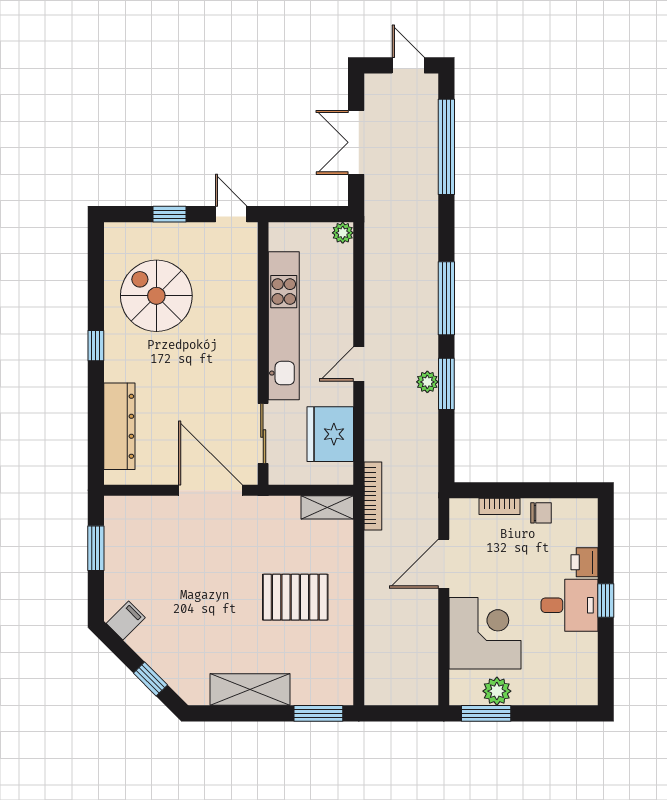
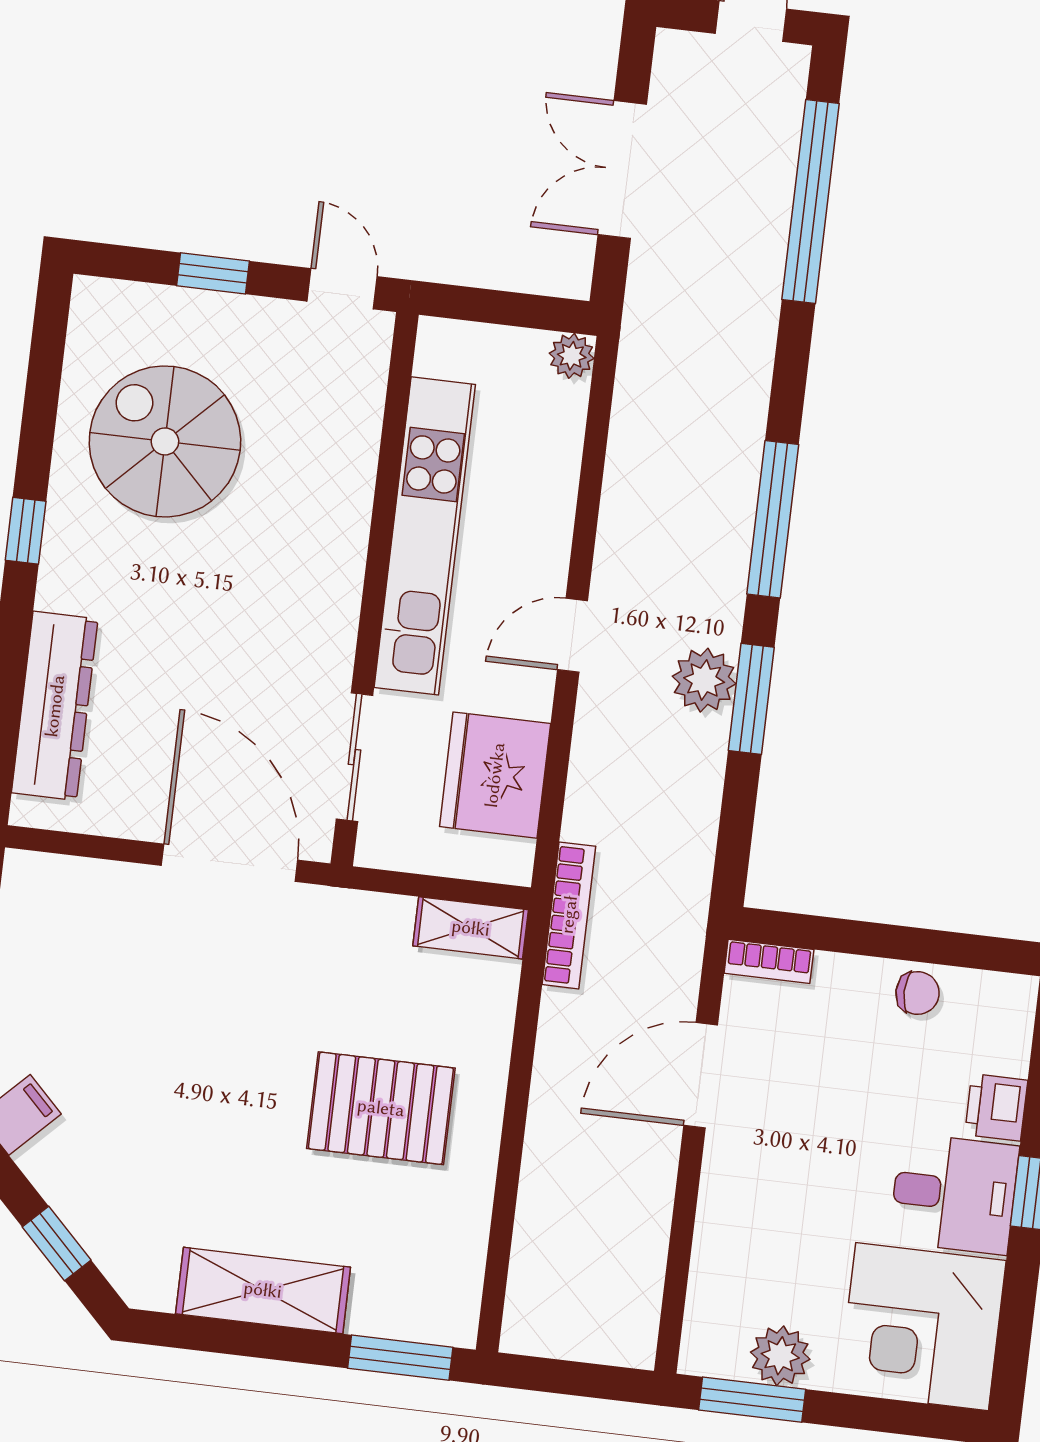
plant: (427, 382) -> (704, 680), width x1.38, depth x1.38
bookcase: (500, 506) -> (769, 961), moved
corner desk: (485, 633) -> (922, 1327), moved, turned 180

